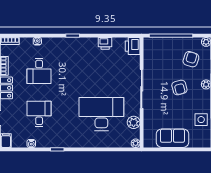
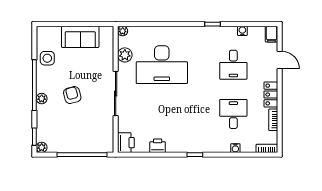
armchair: (191, 59) -> (59, 128), removed

